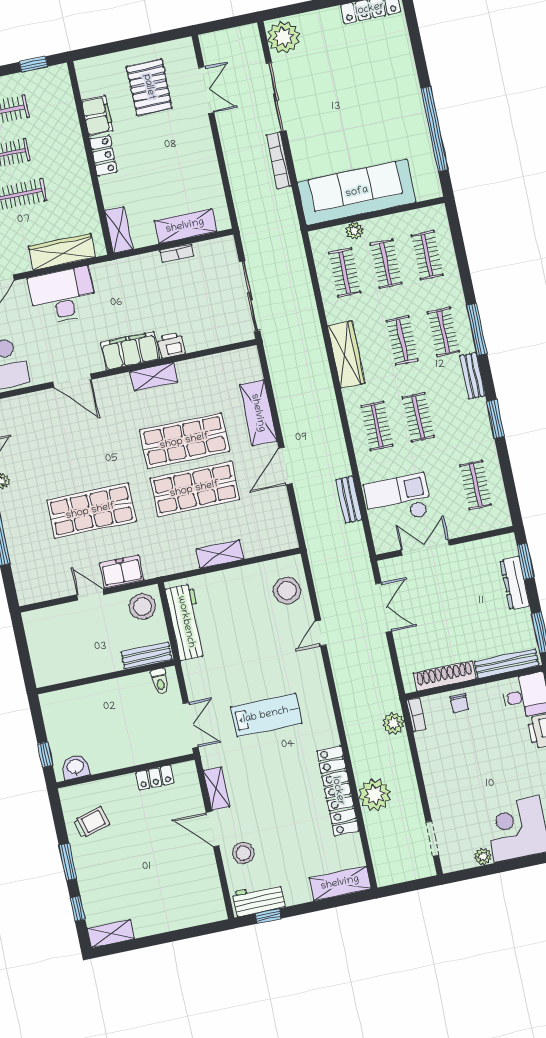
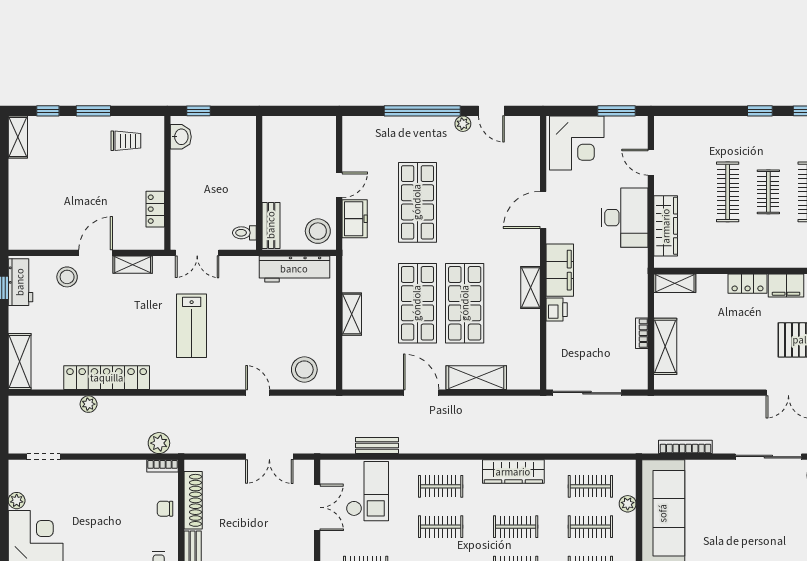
bookcase: (279, 161) -> (685, 447), moved
plant: (375, 795) -> (89, 404), width x0.53, depth x0.53
trolley: (91, 822) -> (126, 141), turned -75

